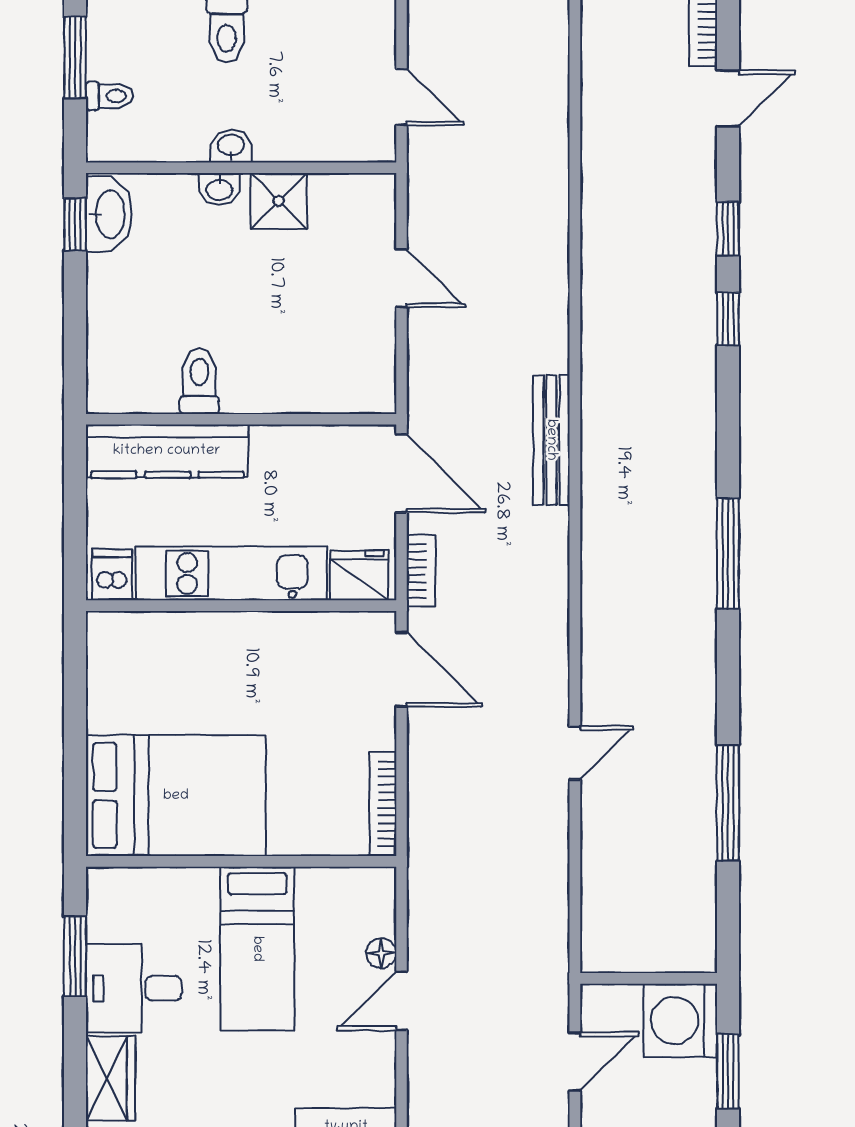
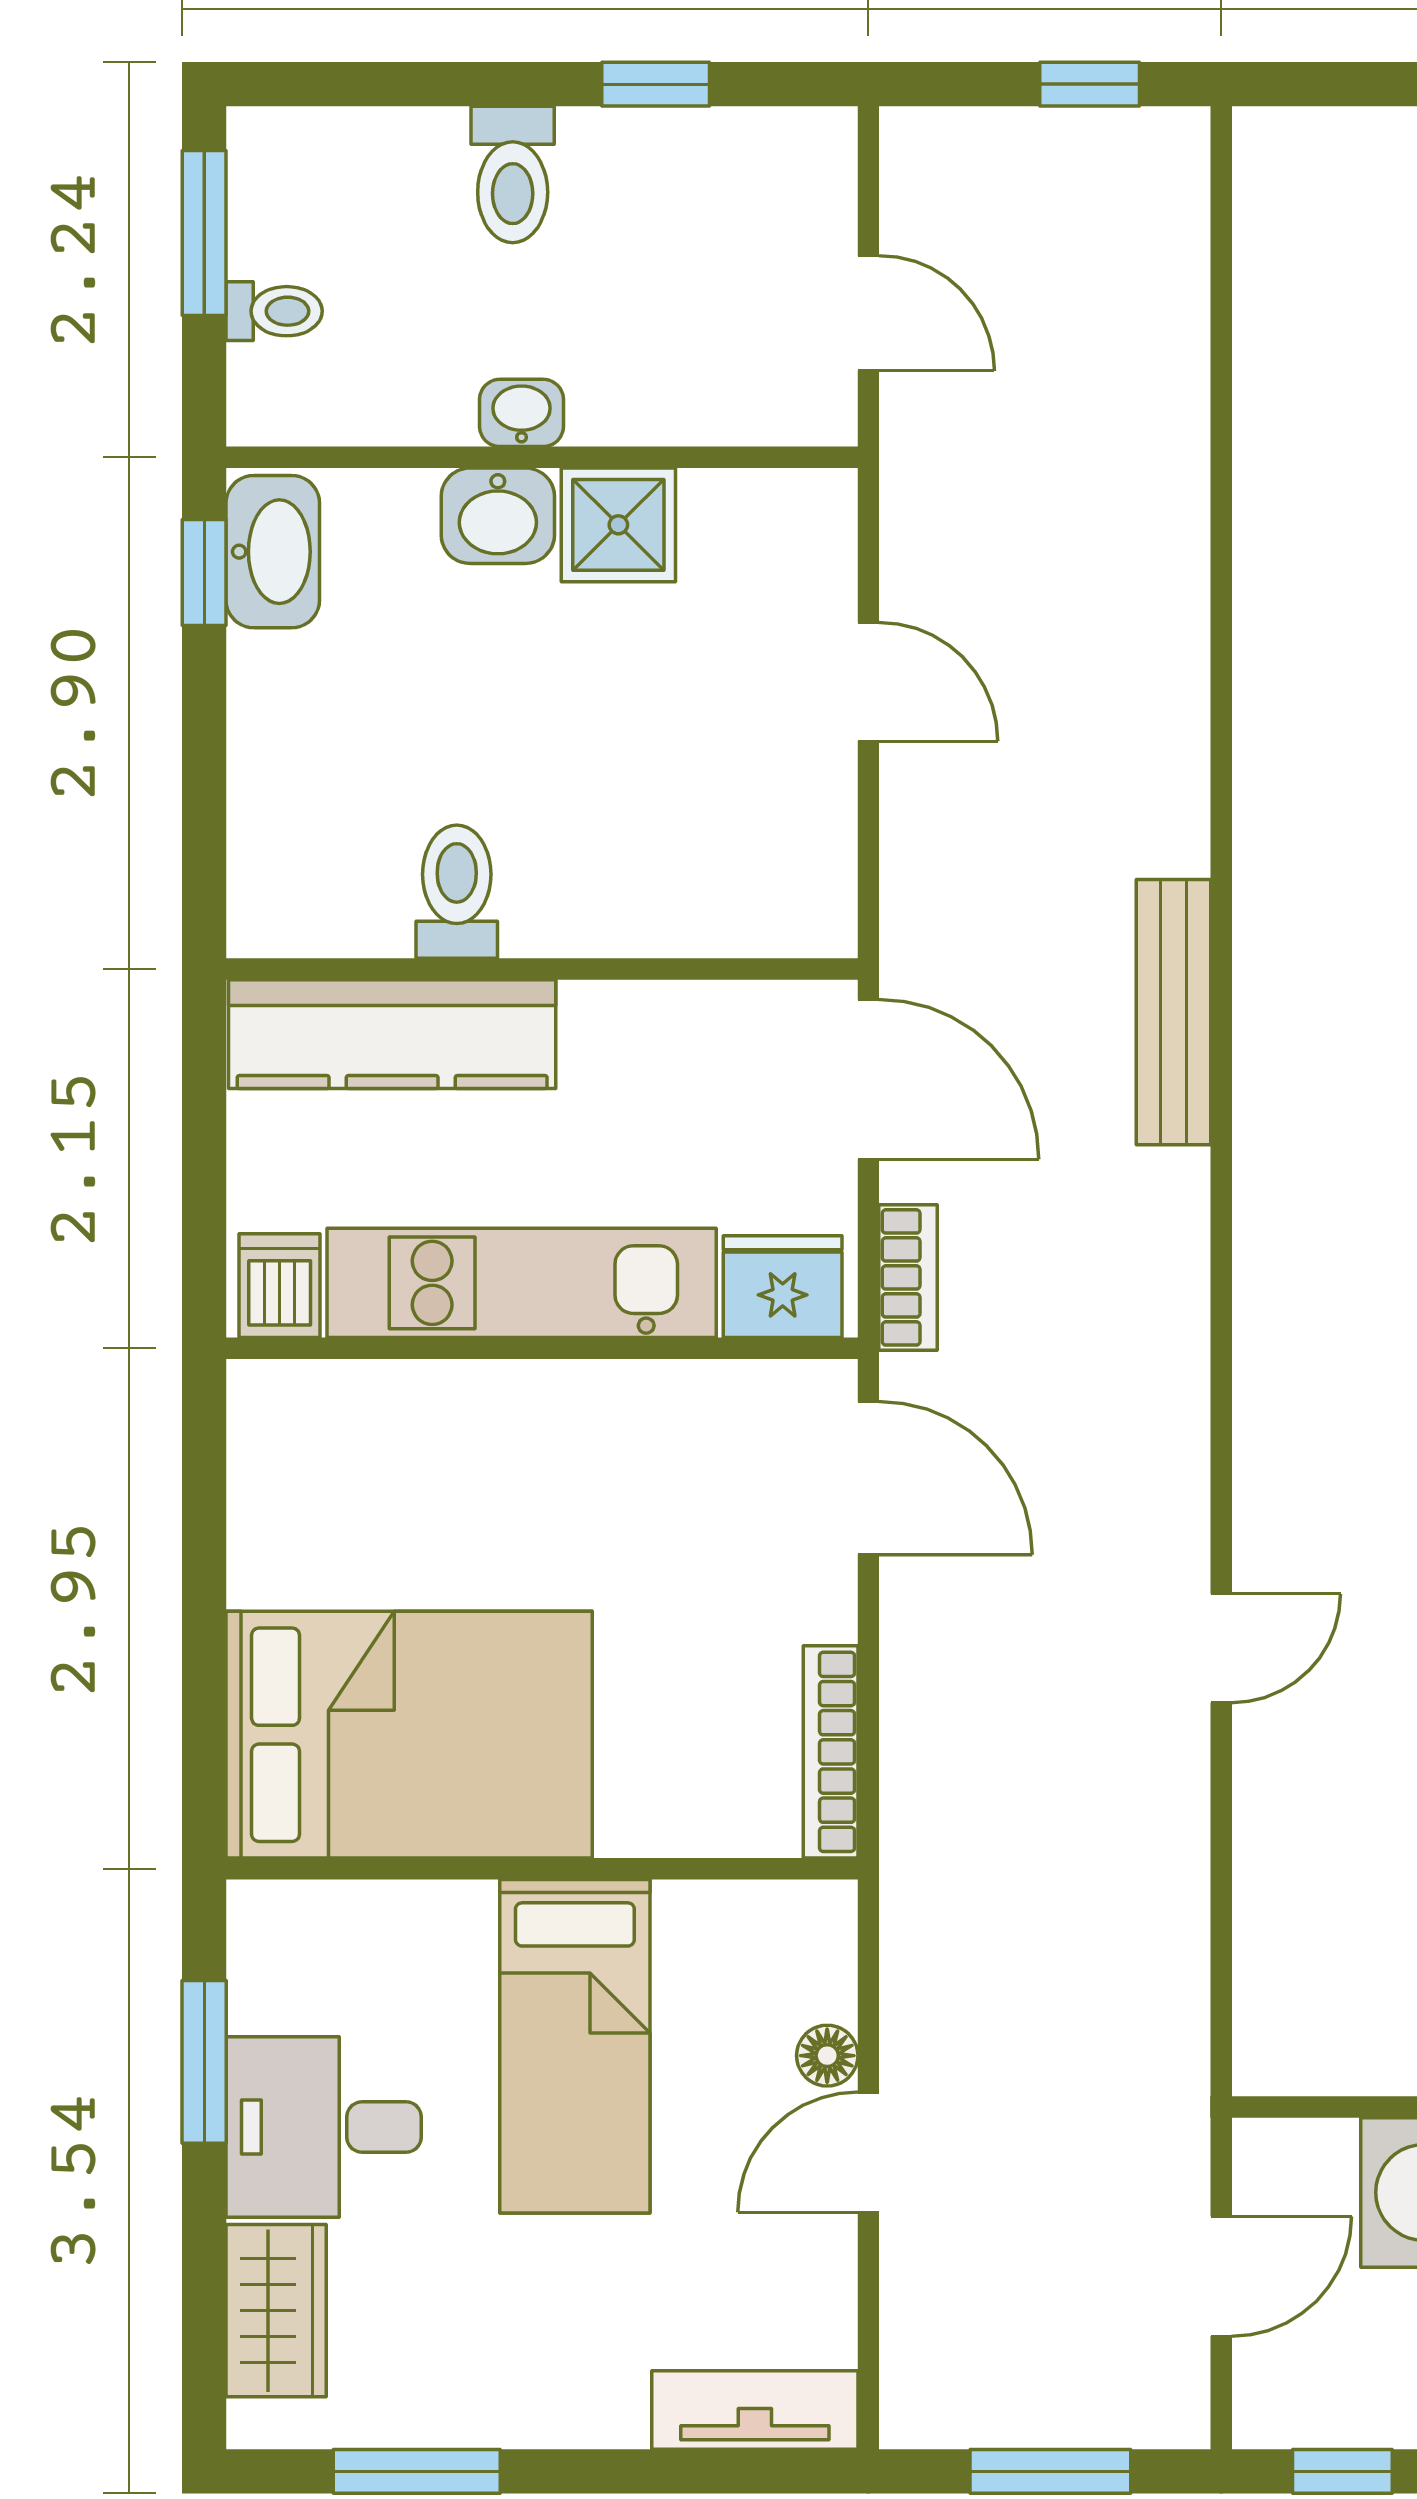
washbasin: (219, 189) -> (498, 516), width x1.38, depth x1.45

